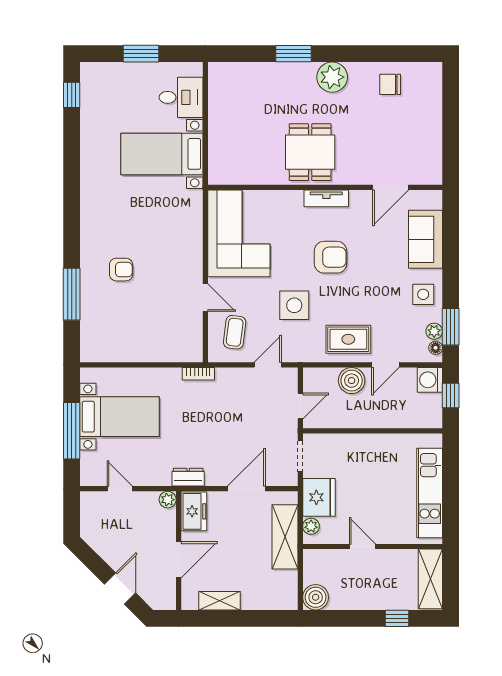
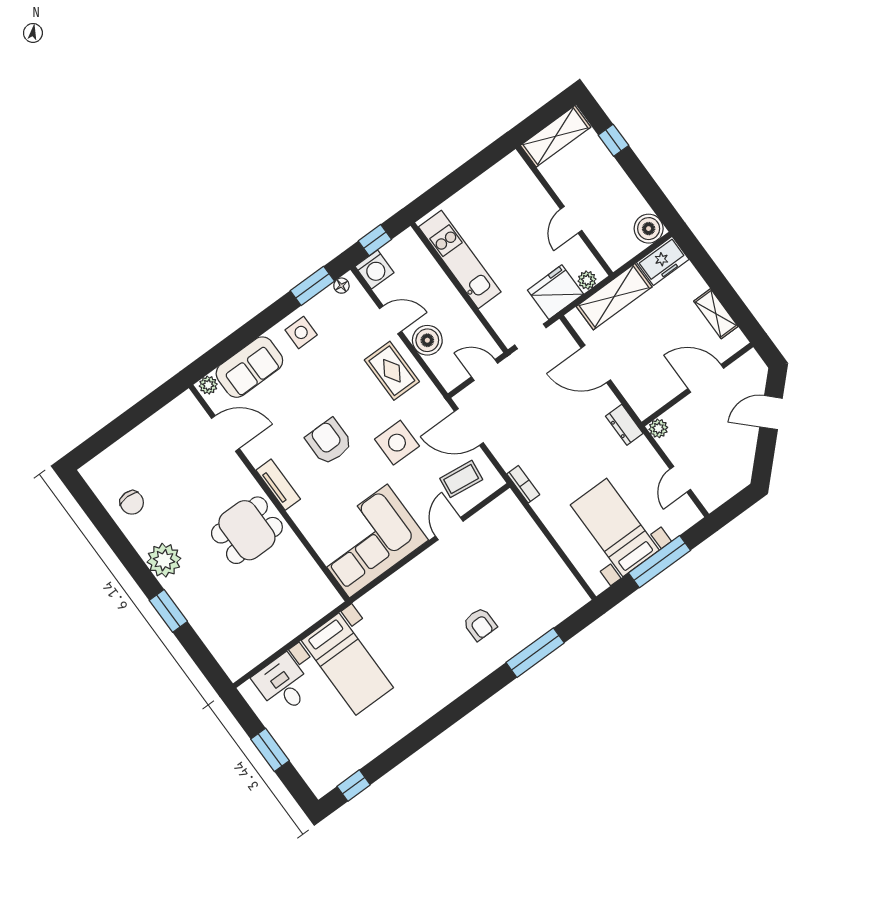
armchair: (121, 270) -> (480, 624), turned 180
plant: (434, 331) -> (208, 385), moved
door: (268, 365) -> (469, 427), width x1.38
kitchen unit: (430, 493) -> (460, 259), moved, turned -90
freezer: (194, 511) -> (663, 261), moved, turned 180

